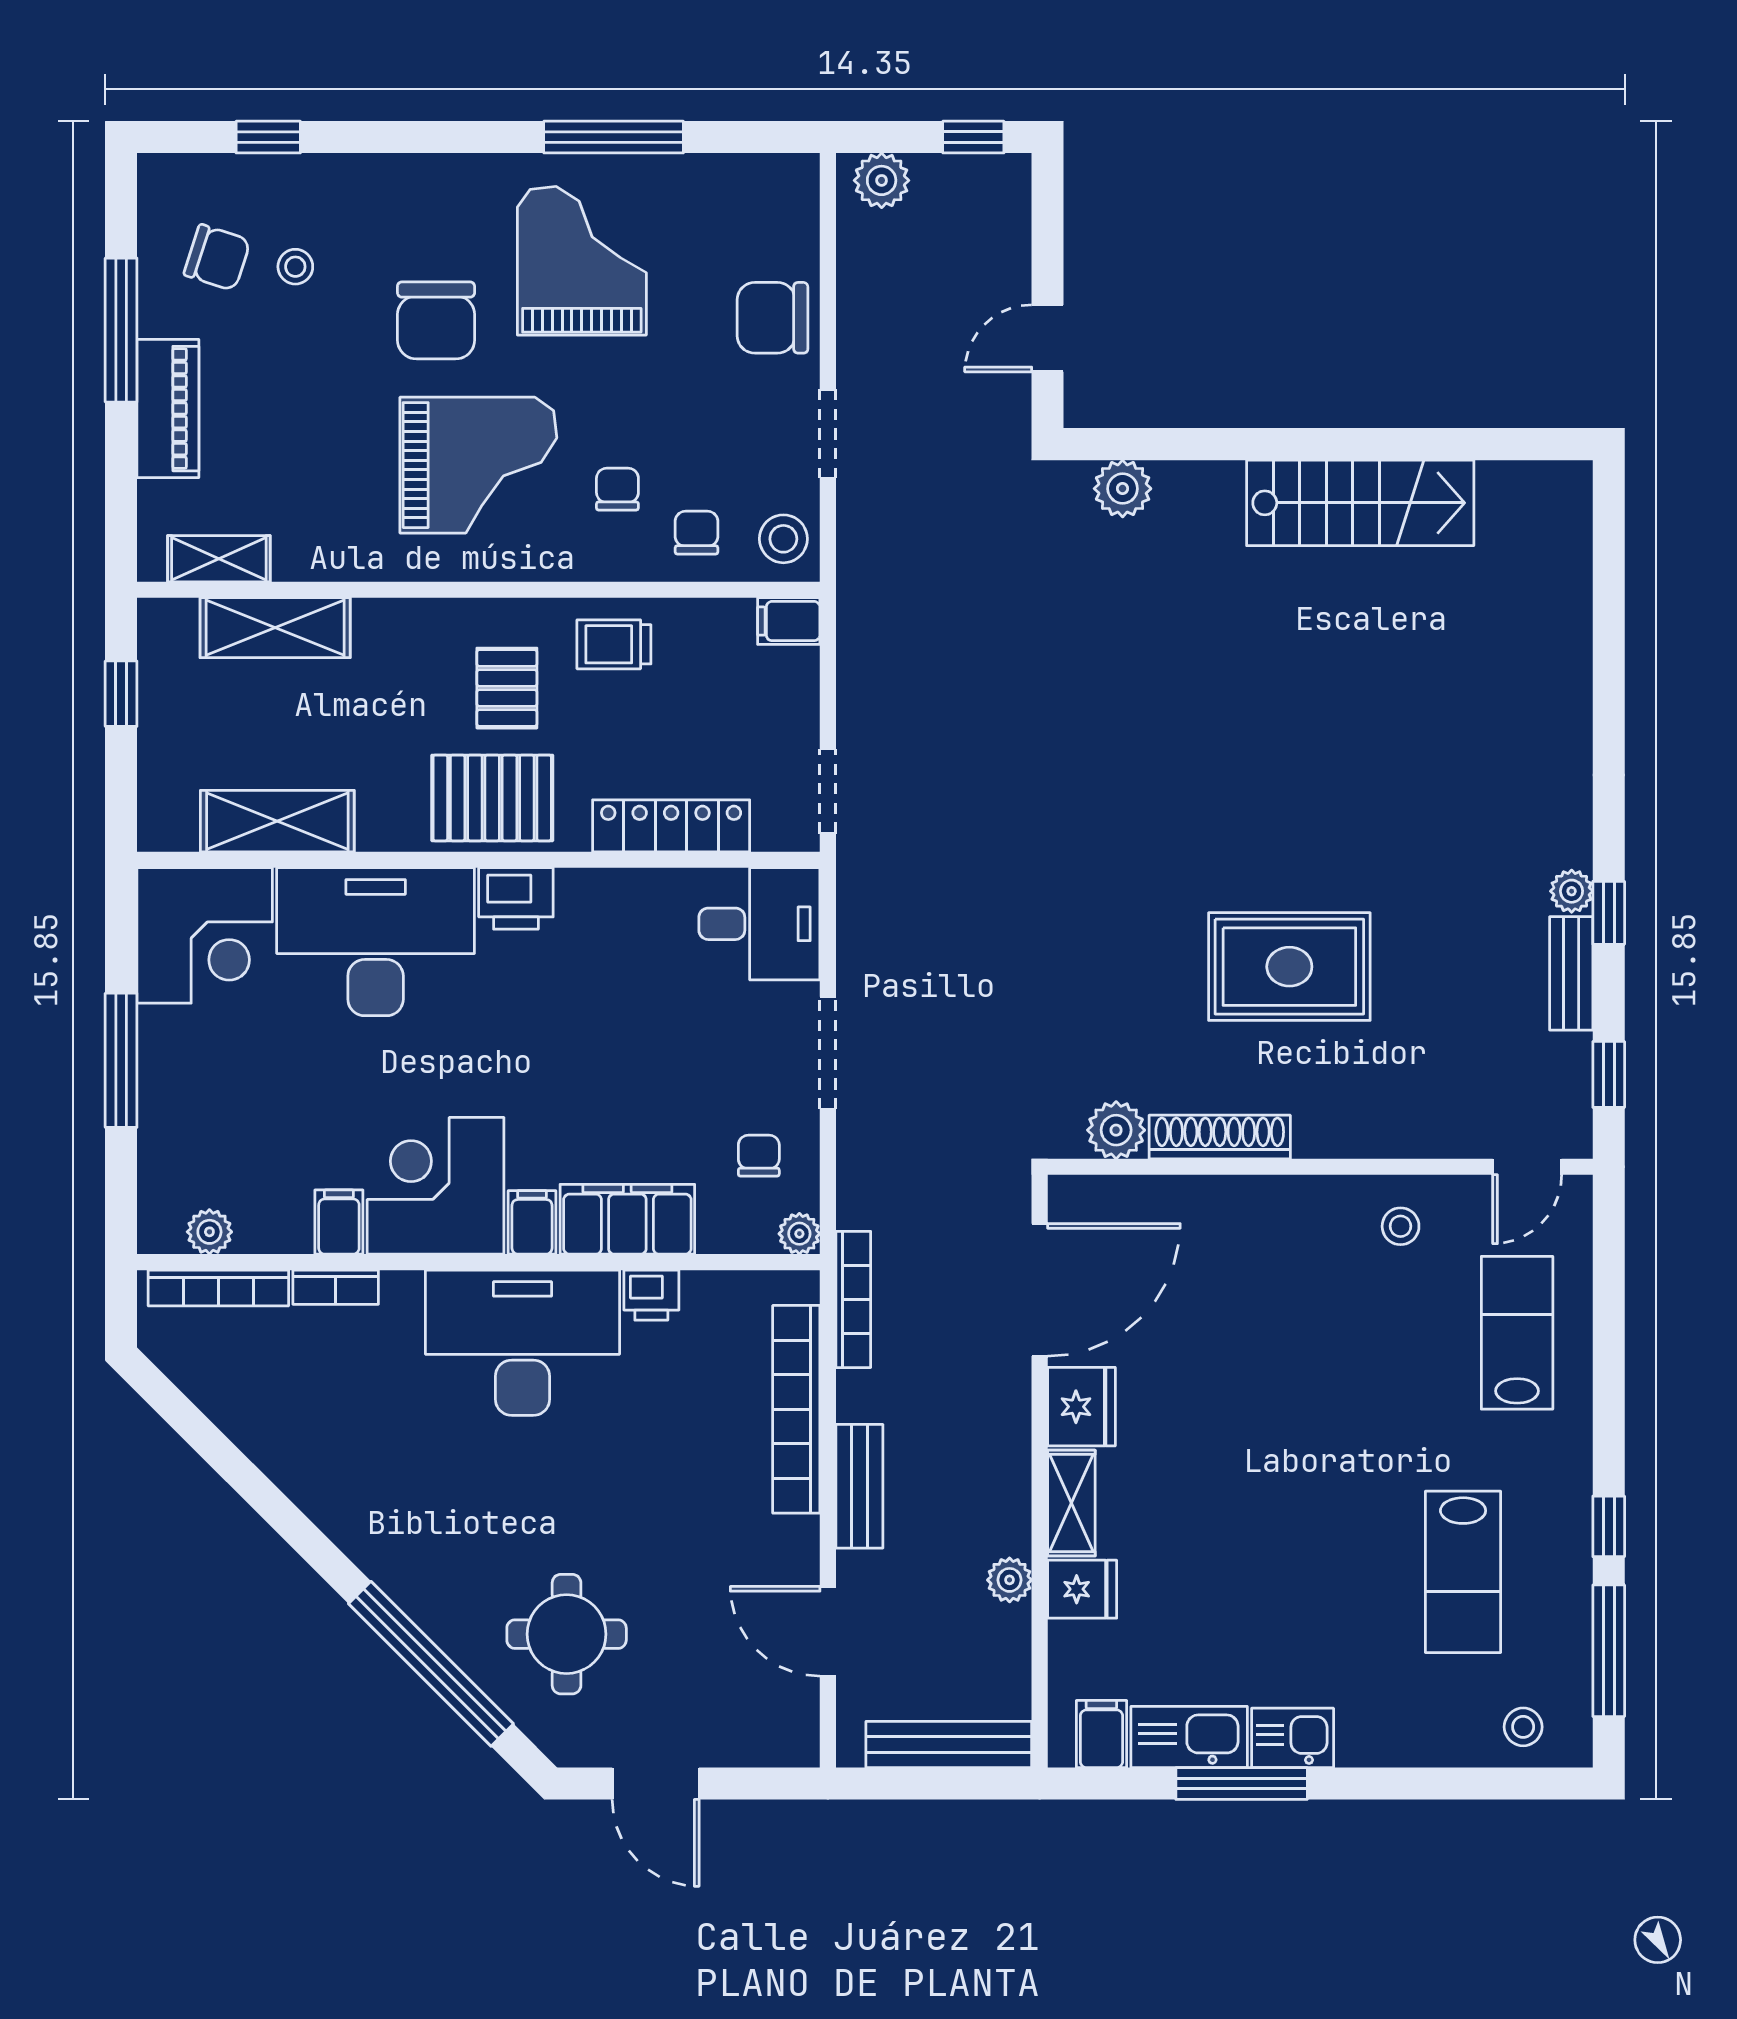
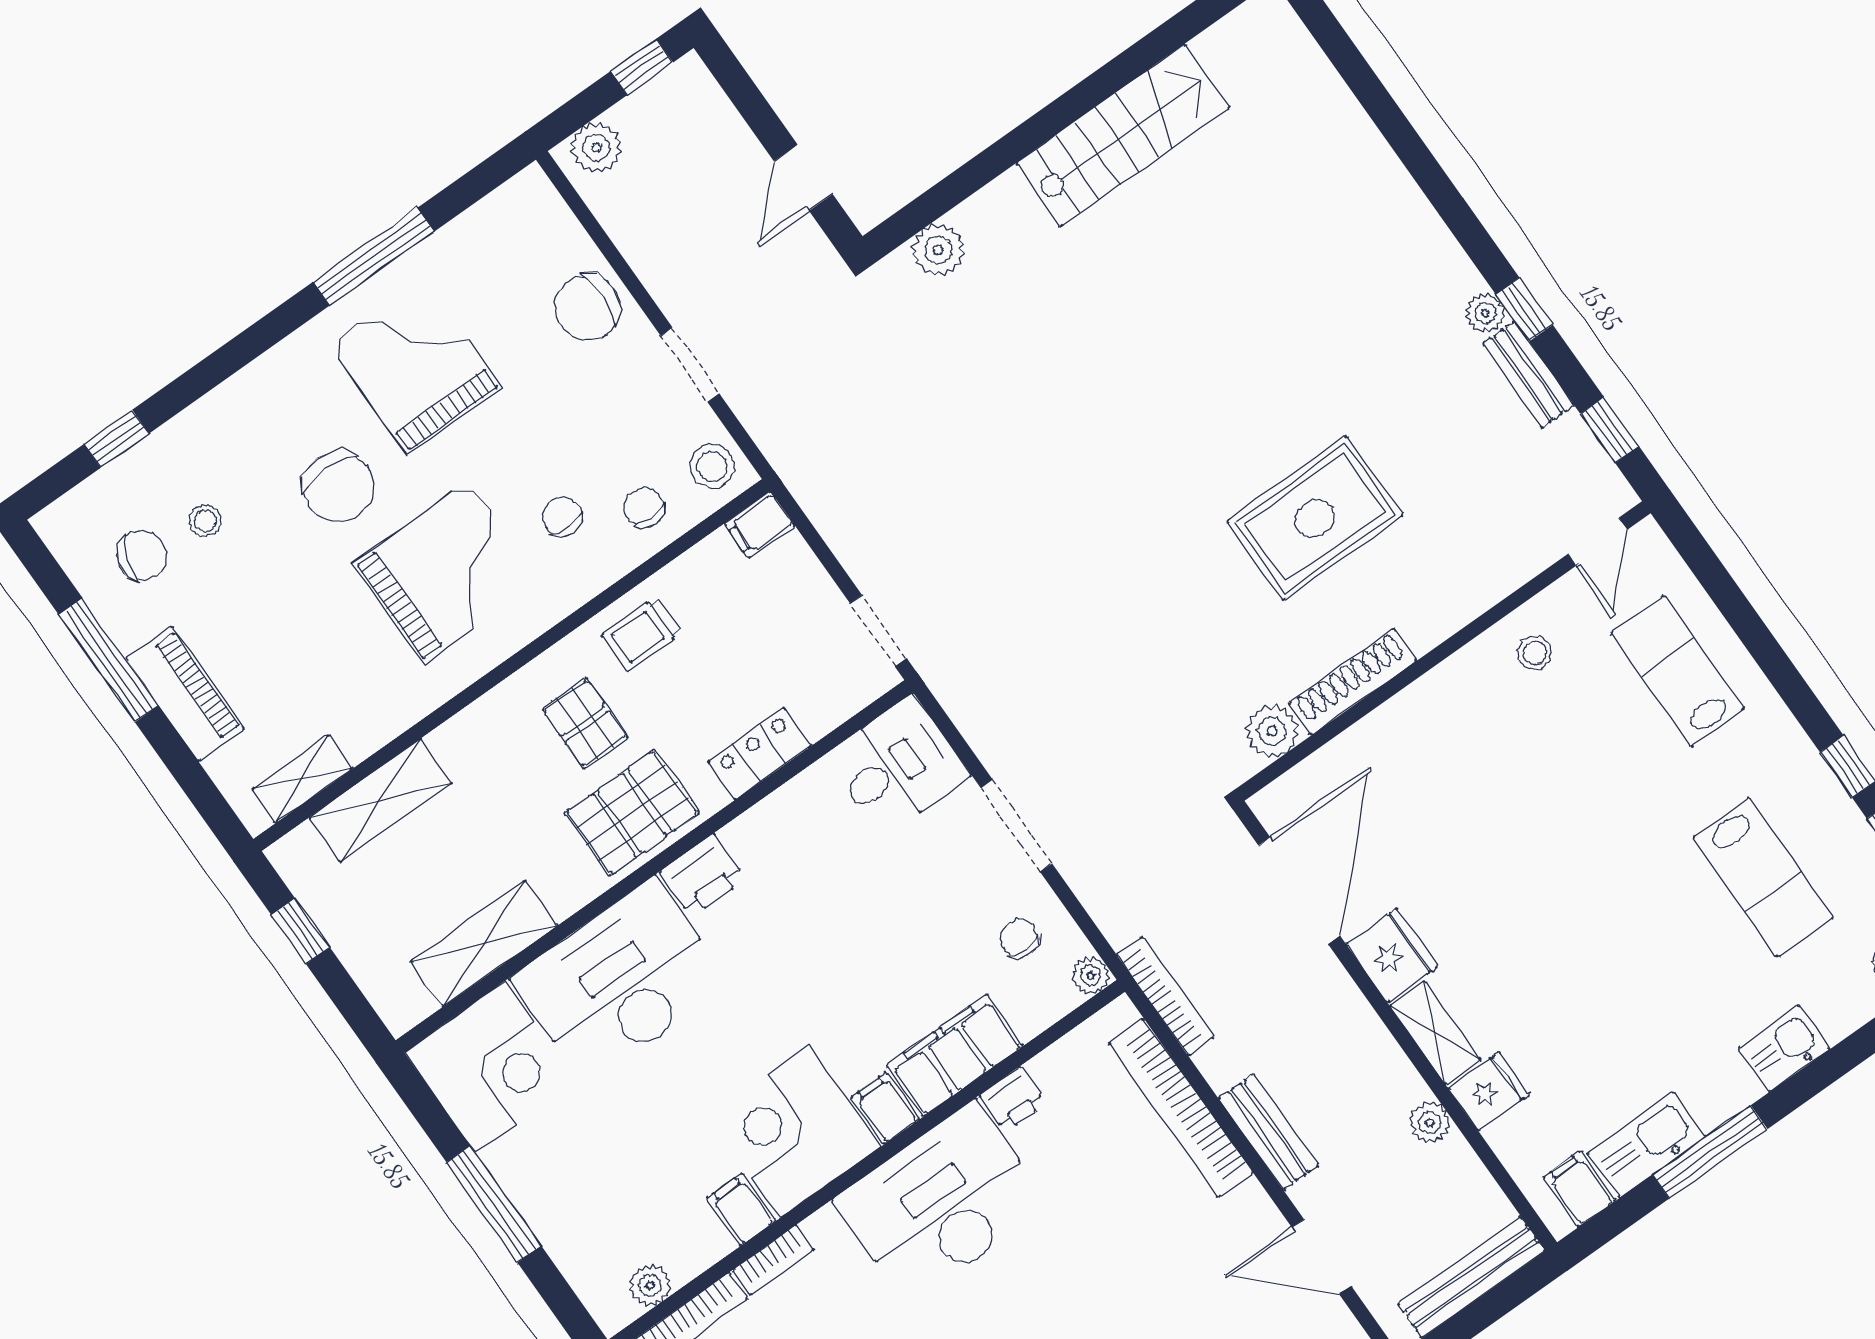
locker: (671, 826) -> (760, 754), width x0.66
kitchen sink: (1293, 1738) -> (1784, 1049), moved

